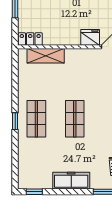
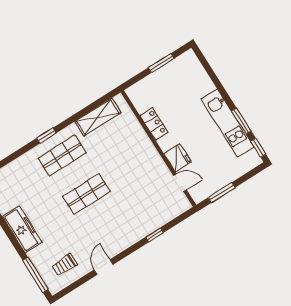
locker: (30, 39) -> (154, 124), moved
shelving: (46, 56) -> (98, 117), moved, turned 90

